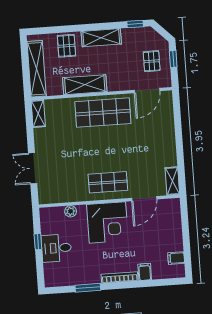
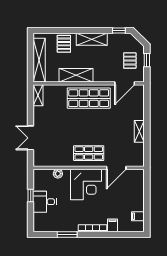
shelving: (172, 181) -> (139, 131), moved

